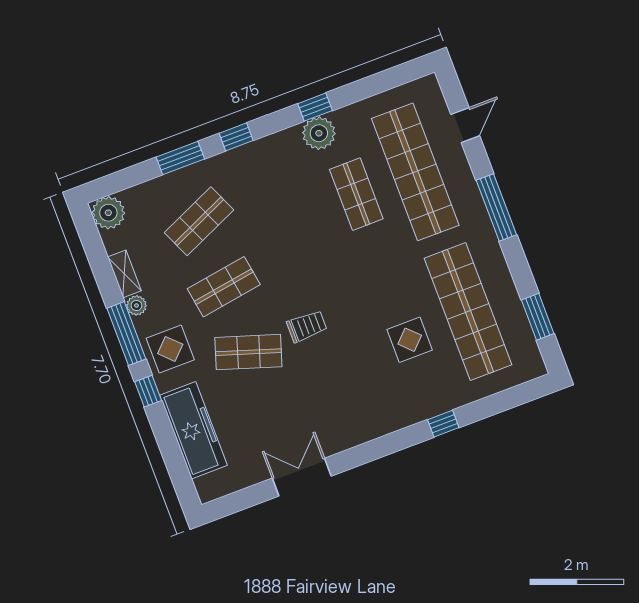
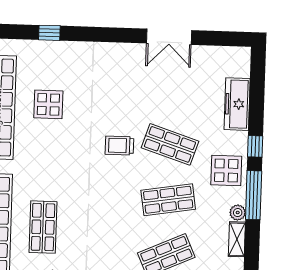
freezer: (194, 430) -> (237, 104), width x0.73, depth x0.79

